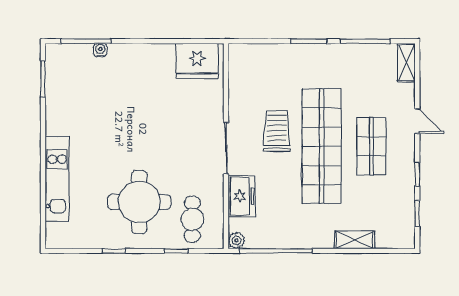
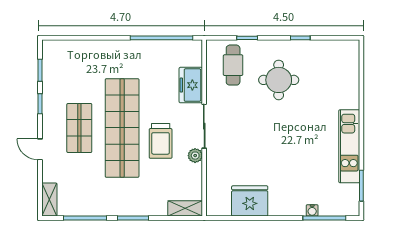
fridge: (197, 61) -> (250, 201), moved
kitchen unit: (57, 179) -> (349, 146), moved
round table: (139, 202) -> (279, 80), width x0.73, depth x0.73
plant: (236, 240) -> (195, 156), moved
shelving: (355, 240) -> (185, 208), moved

